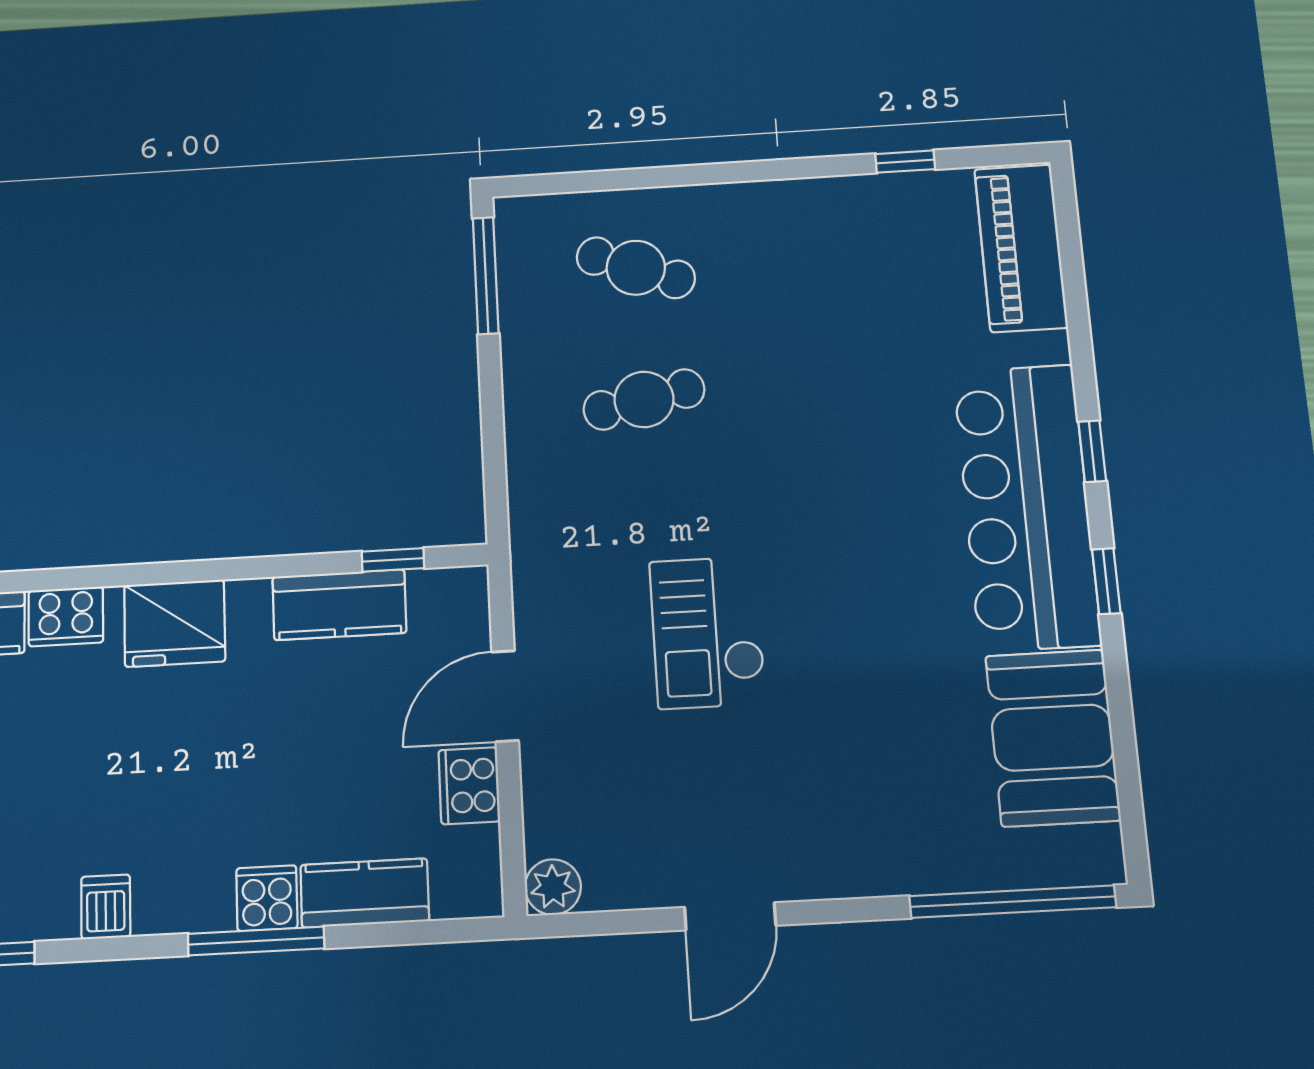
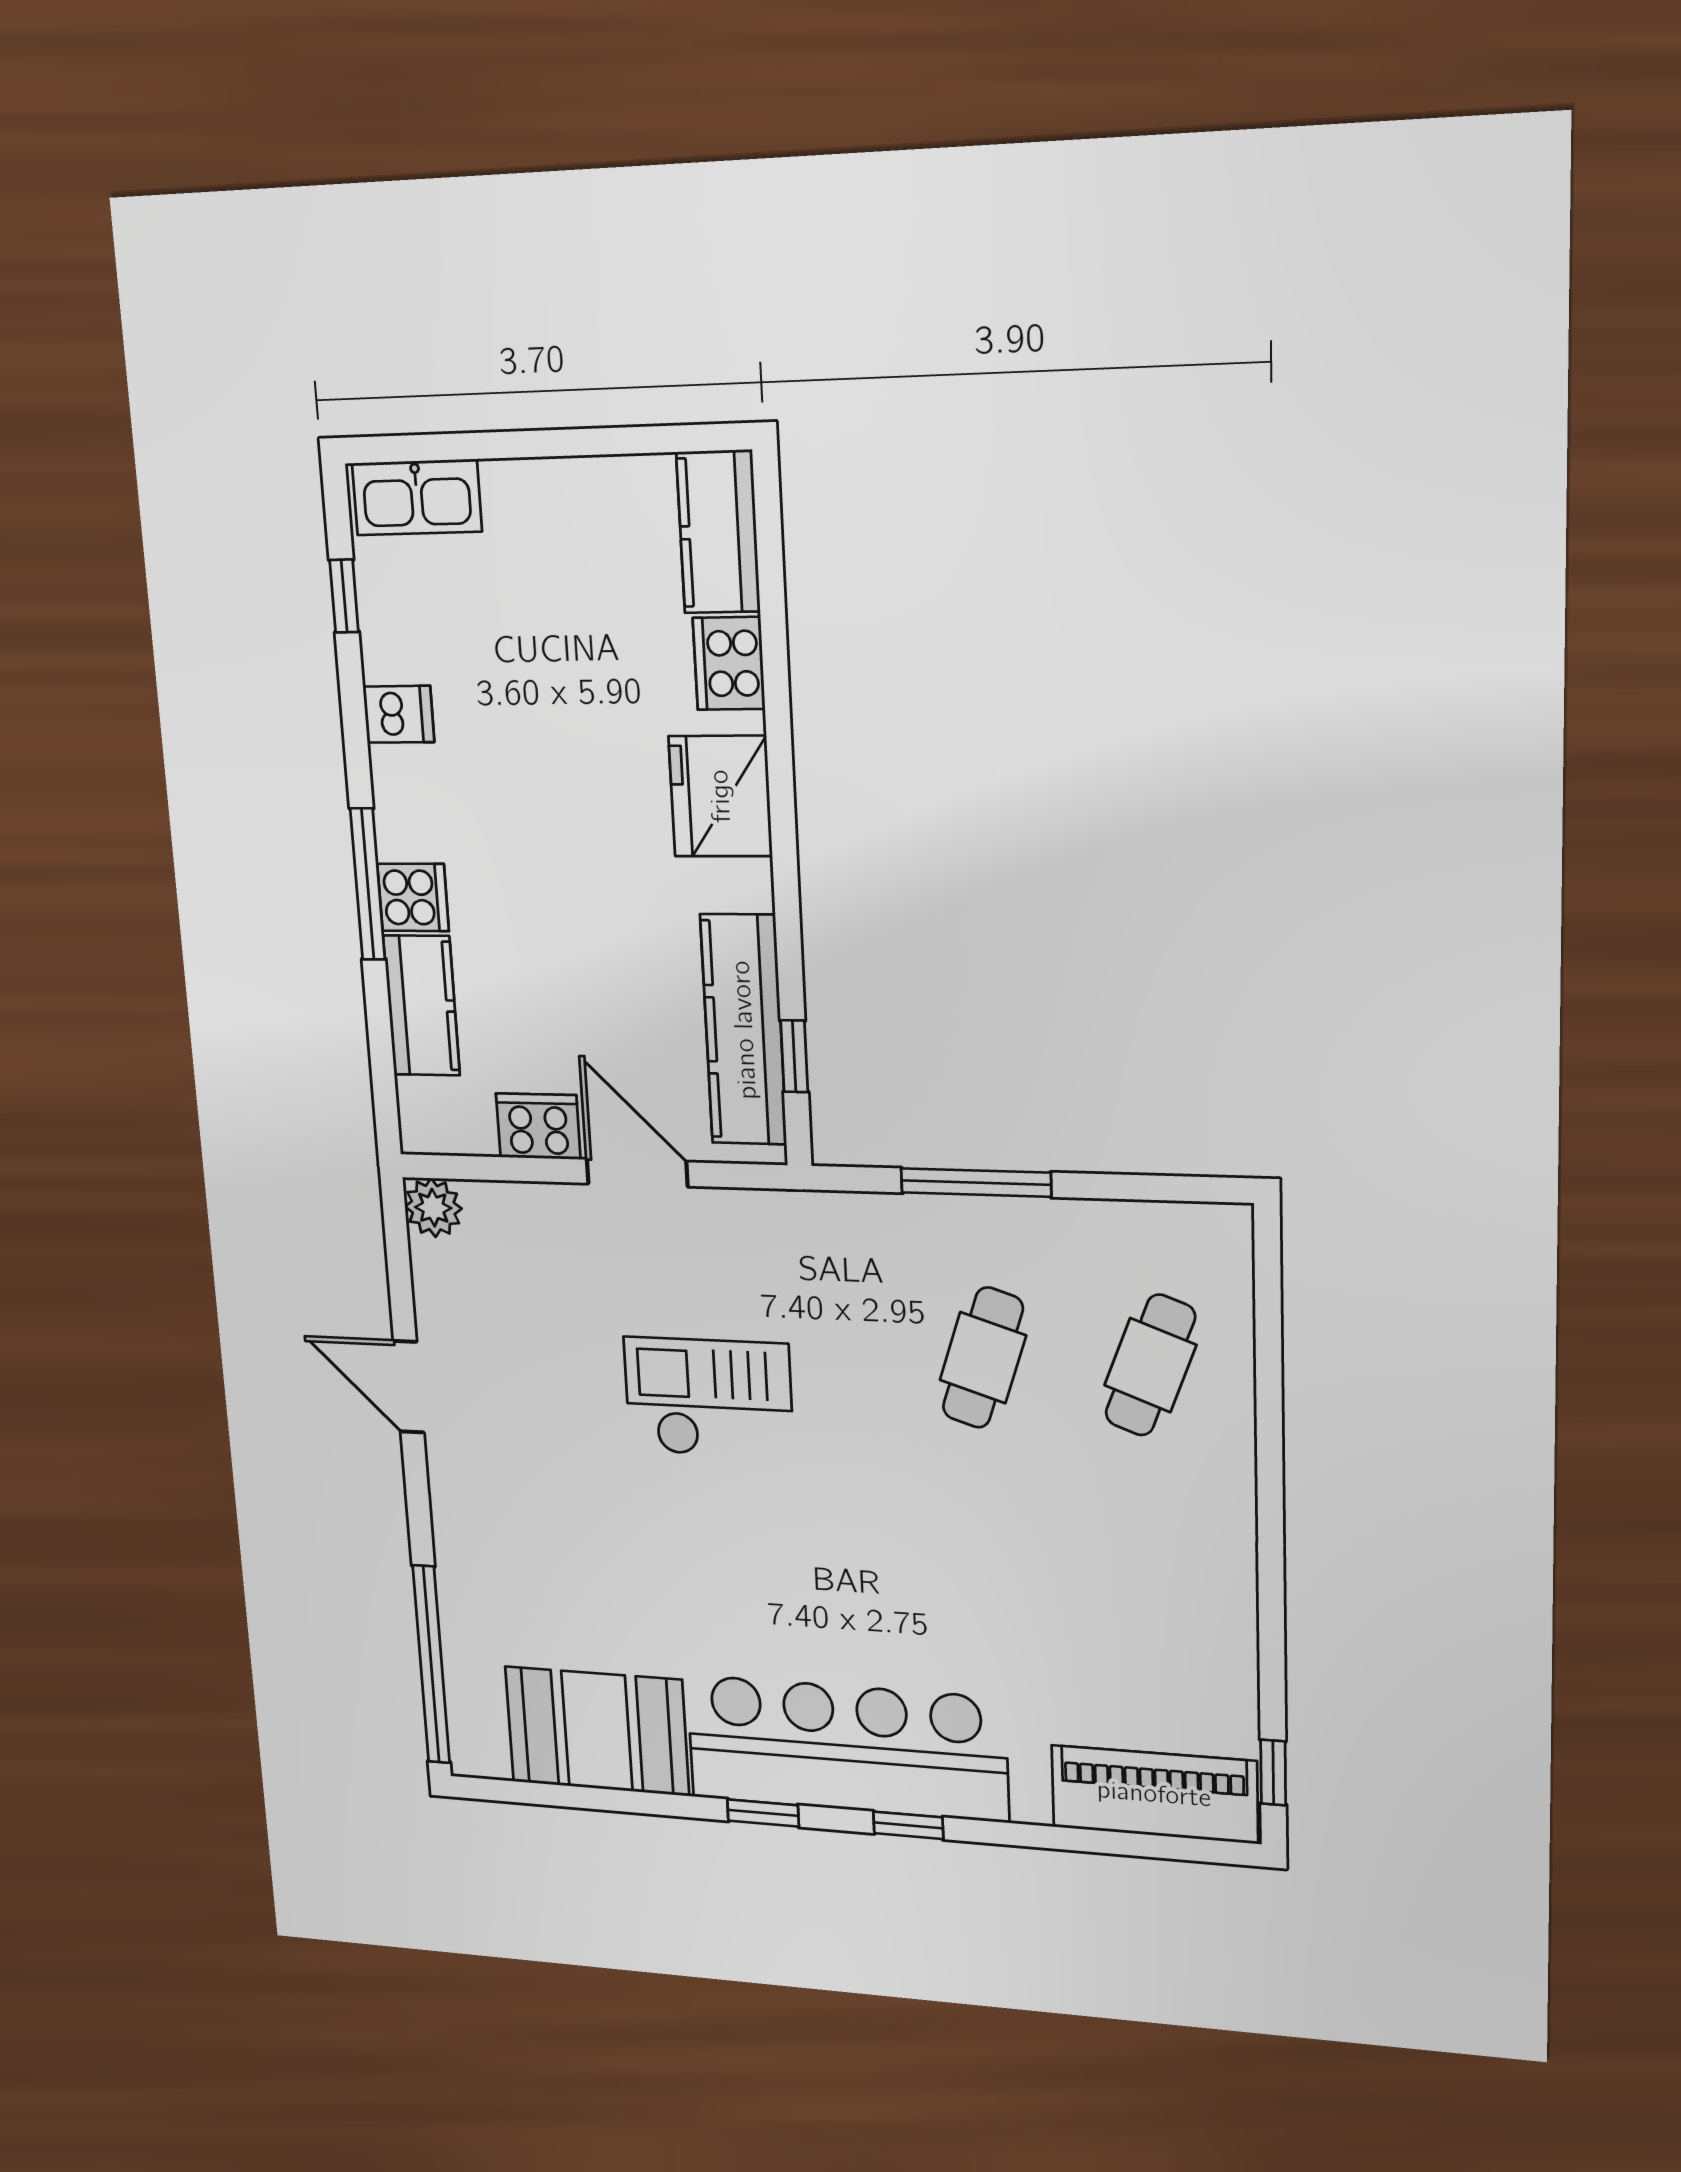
window: (905, 162) -> (1273, 1772), moved
window: (486, 276) -> (976, 1183), moved
cafe table: (644, 399) -> (983, 1358), turned 30
kitchen counter: (339, 605) -> (744, 1030), width x1.50

